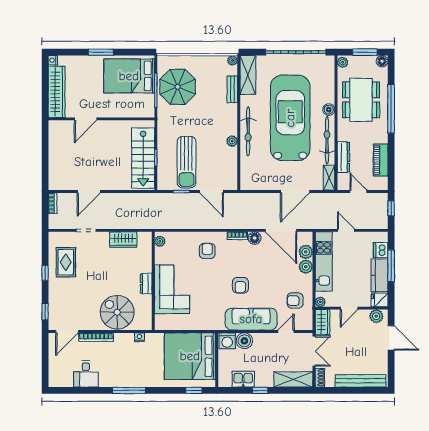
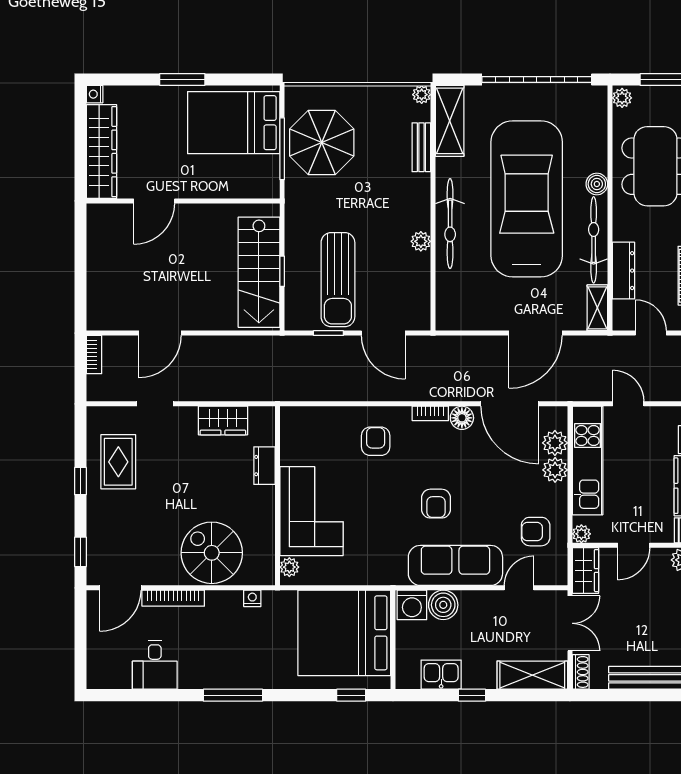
plant: (160, 241) -> (289, 567), moved
dresser: (146, 283) -> (264, 466), moved

